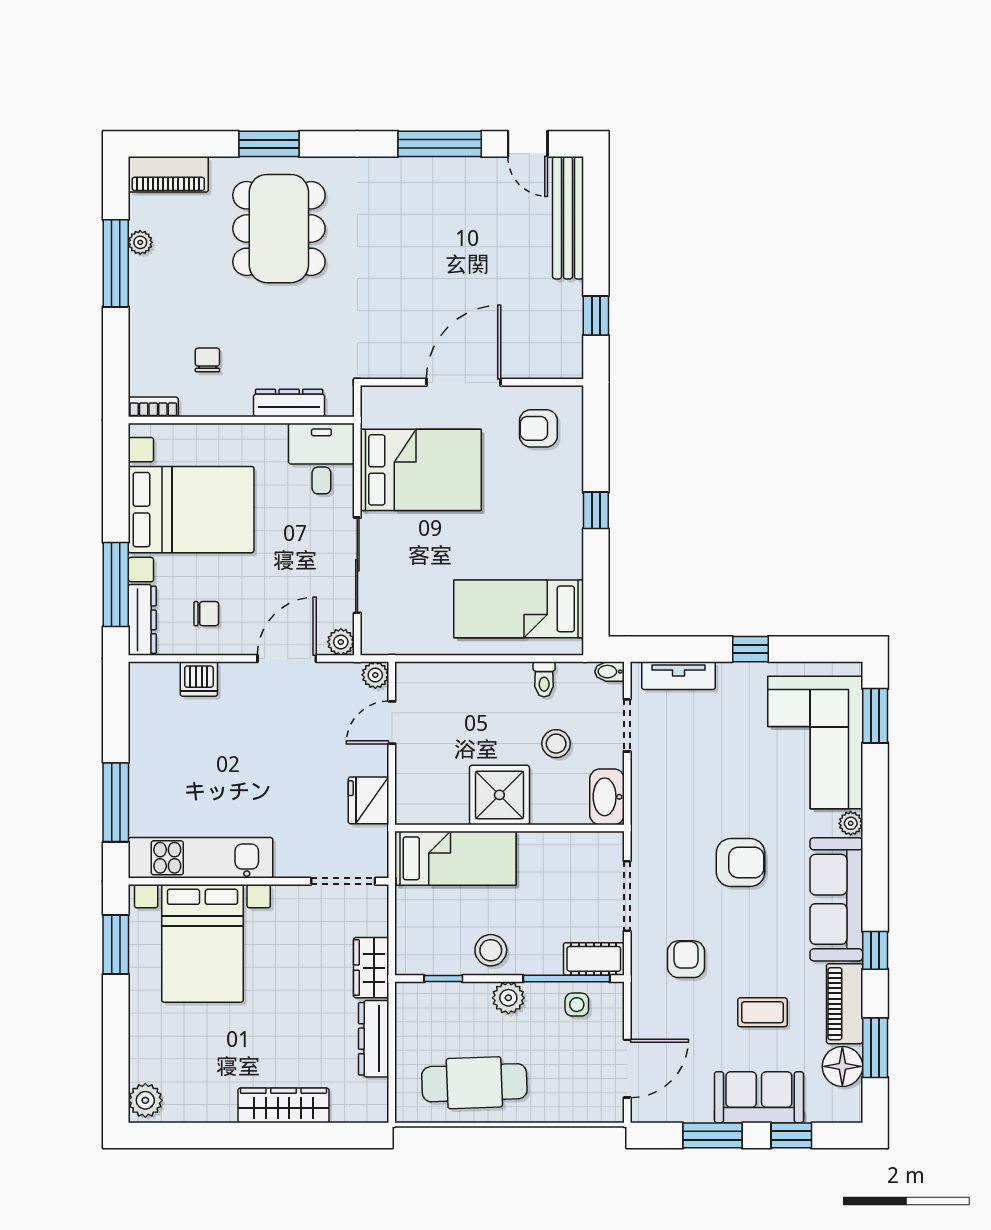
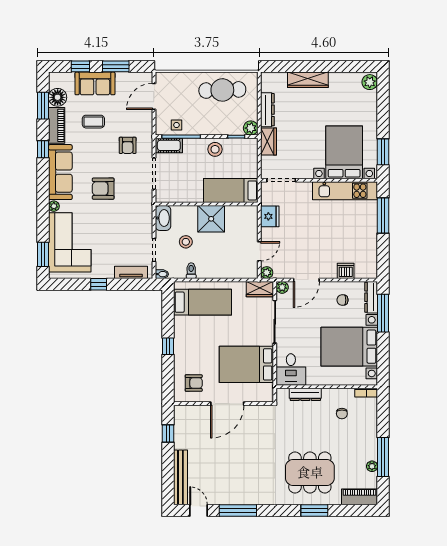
dining table: (279, 229) -> (310, 472), turned 90
wardrobe: (391, 638) -> (260, 289), added
plant: (508, 998) -> (251, 128), moved

